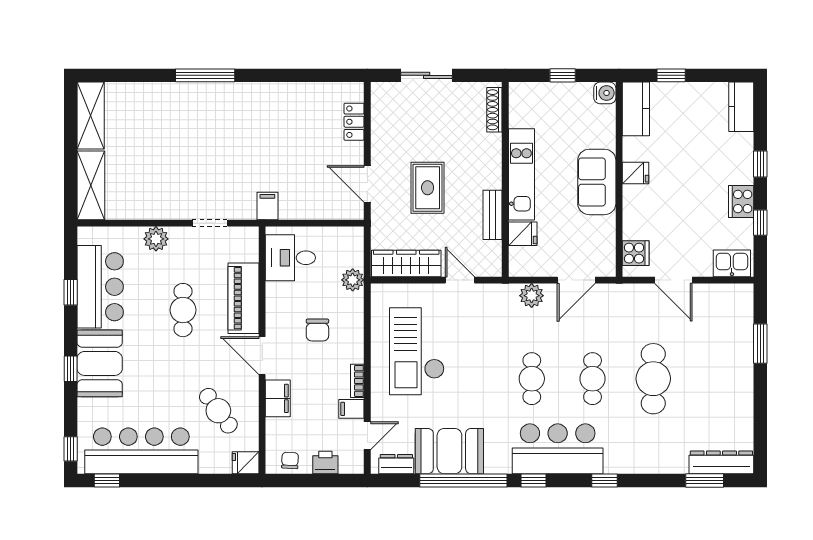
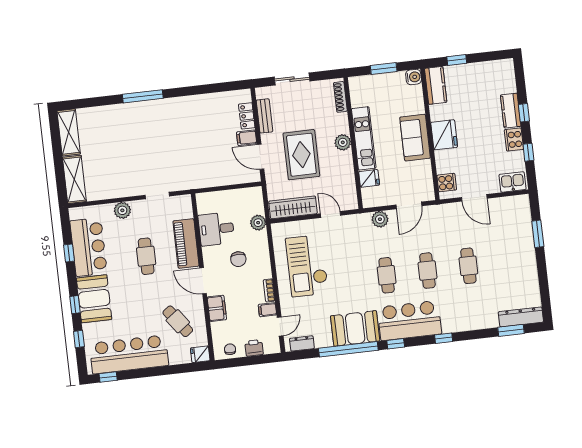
window: (563, 75) -> (384, 68), width x1.50
kitchen counter: (741, 107) -> (511, 111), moved
fridge: (635, 173) -> (444, 135), width x1.88, depth x1.34
plant: (490, 177) -> (343, 142), added
rug: (428, 188) -> (301, 155), width x1.36, depth x1.43
filing cabinet: (267, 206) -> (247, 138), moved, turned -90
bench: (492, 215) -> (264, 116), moved
desk: (290, 258) -> (216, 229), moved
cafe table: (653, 379) -> (468, 266), width x0.73, depth x0.74
window: (71, 449) -> (79, 339), moved
booth: (449, 451) -> (355, 328), moved

